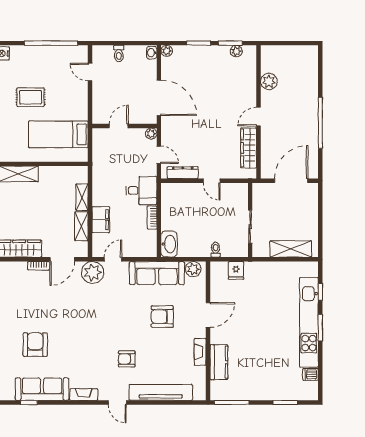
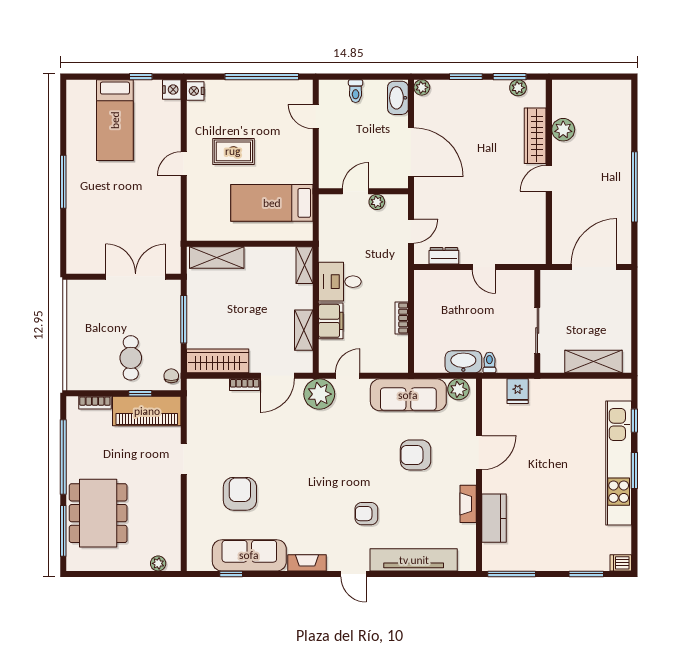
washbasin: (152, 53) -> (398, 98), width x1.91, depth x1.45
plant: (151, 134) -> (377, 202), moved
wardrobe: (249, 148) -> (535, 136), moved
door: (159, 155) -> (411, 231), hinge flipped
dresser: (183, 173) -> (444, 256), width x0.70
desk: (141, 191) -> (340, 282), moved, turned 180
shelving: (82, 197) -> (305, 265), moved
washbasin: (169, 244) -> (463, 362), moved, turned -90
dishwasher: (311, 374) -> (621, 563), moved

